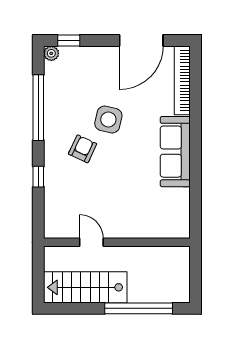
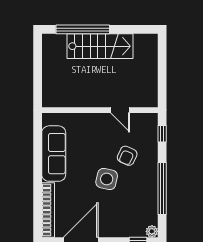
door: (91, 242) -> (120, 110), moved
wall: (117, 242) -> (100, 110), moved
stairs: (85, 287) -> (100, 46), moved

